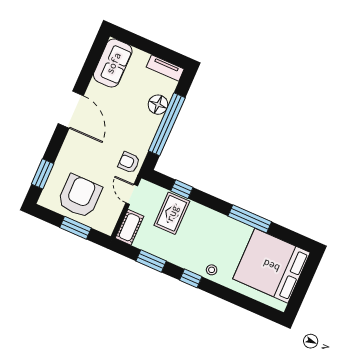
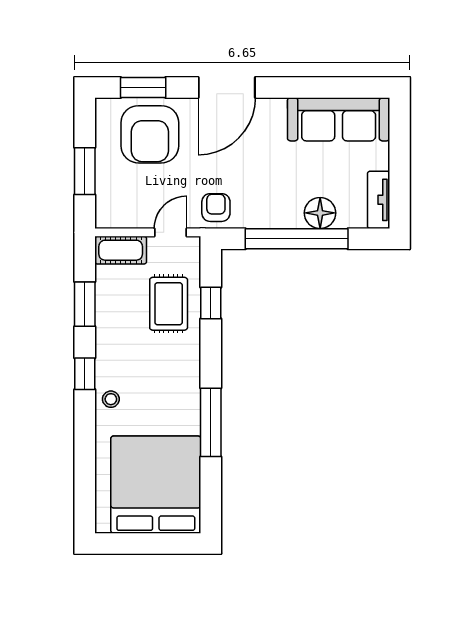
sofa: (113, 63) -> (339, 119), width x1.36
door: (71, 110) -> (227, 88), moved
armchair: (80, 196) -> (150, 134), moved, turned 90
rug: (172, 213) -> (169, 304), turned 90

